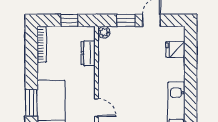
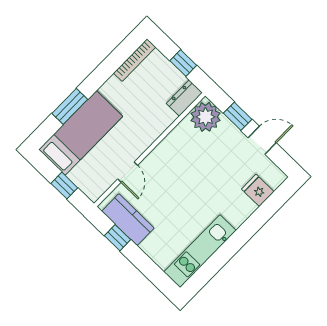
plant: (104, 32) -> (206, 117), width x1.88, depth x1.88
dresser: (88, 53) -> (184, 98), moved

